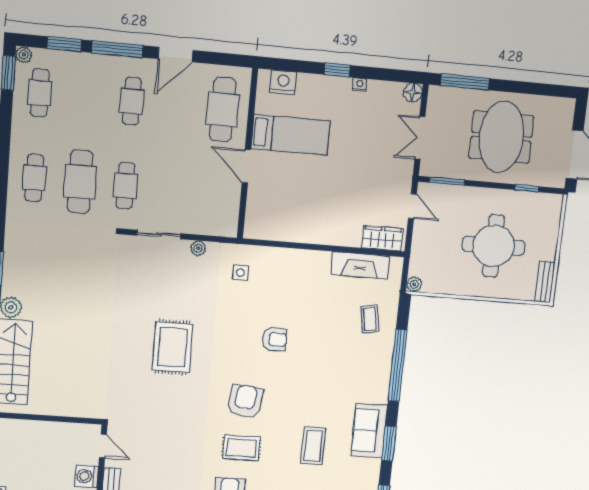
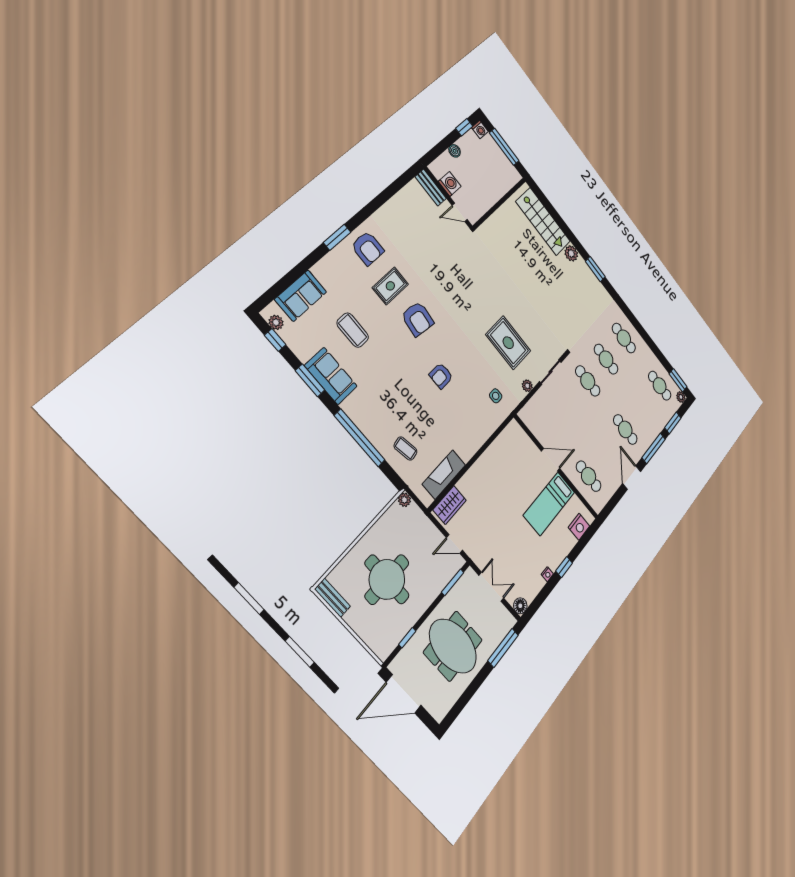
cafe table: (223, 109) -> (589, 476), width x0.73, depth x0.74
cafe table: (80, 182) -> (606, 359), width x0.73, depth x0.74
rug: (173, 347) -> (508, 343), moved

